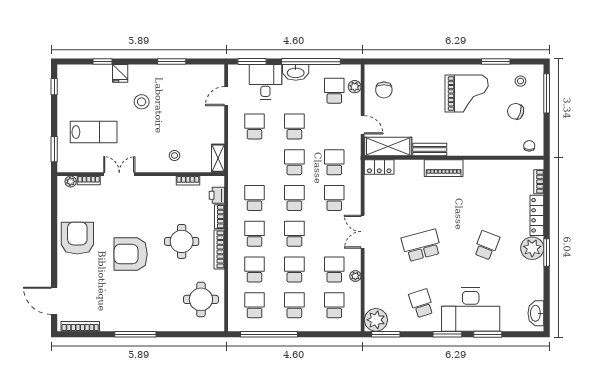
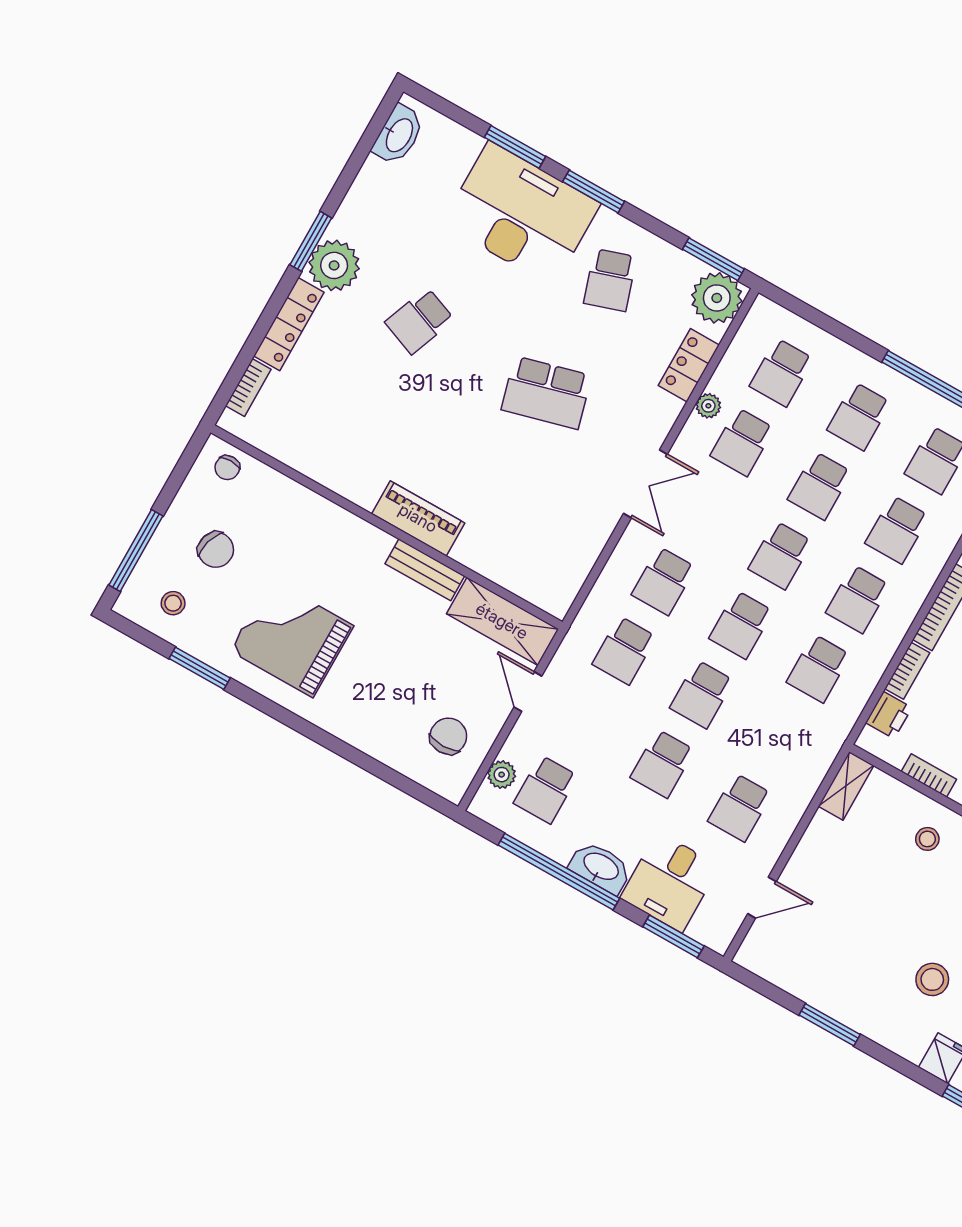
locker: (379, 167) -> (689, 365), moved, turned -90

